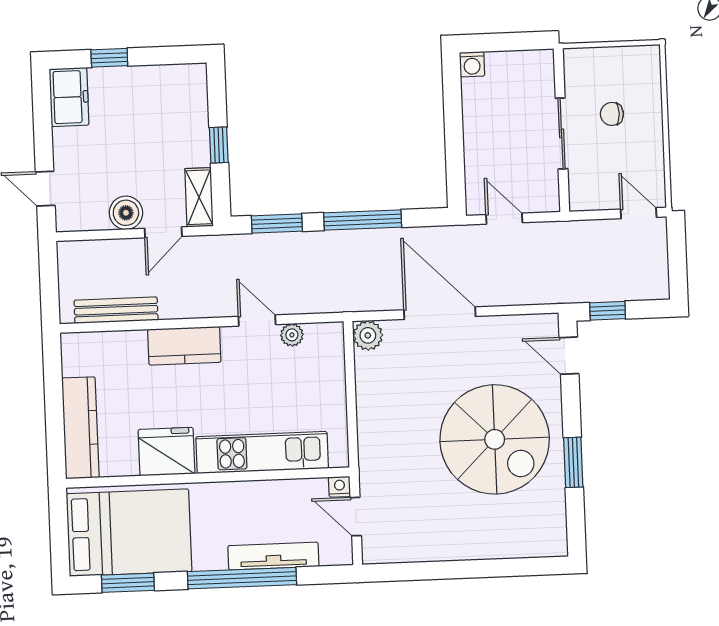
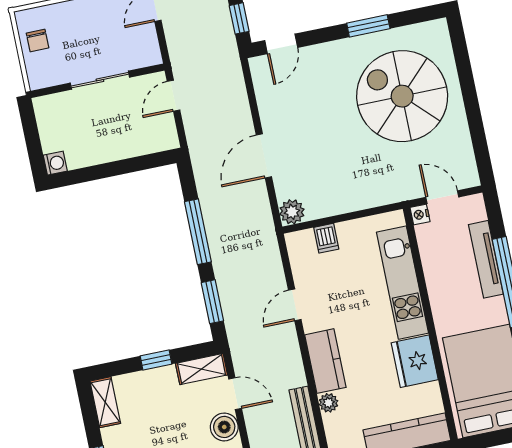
shelving: (179, 77) -> (105, 402), added
chair: (612, 114) -> (38, 40), moved
door: (504, 219) -> (173, 96), moved
door: (440, 313) -> (264, 156), width x0.73
plant: (292, 335) -> (329, 403), moved
dishwasher: (330, 371) -> (326, 238), added
spiral stairs: (495, 439) -> (402, 96), moved, turned -90
door: (356, 517) -> (442, 197), swing flipped

